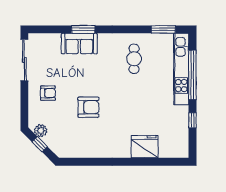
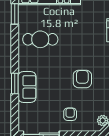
cafe table: (134, 59) -> (40, 39), width x1.37, depth x1.35

